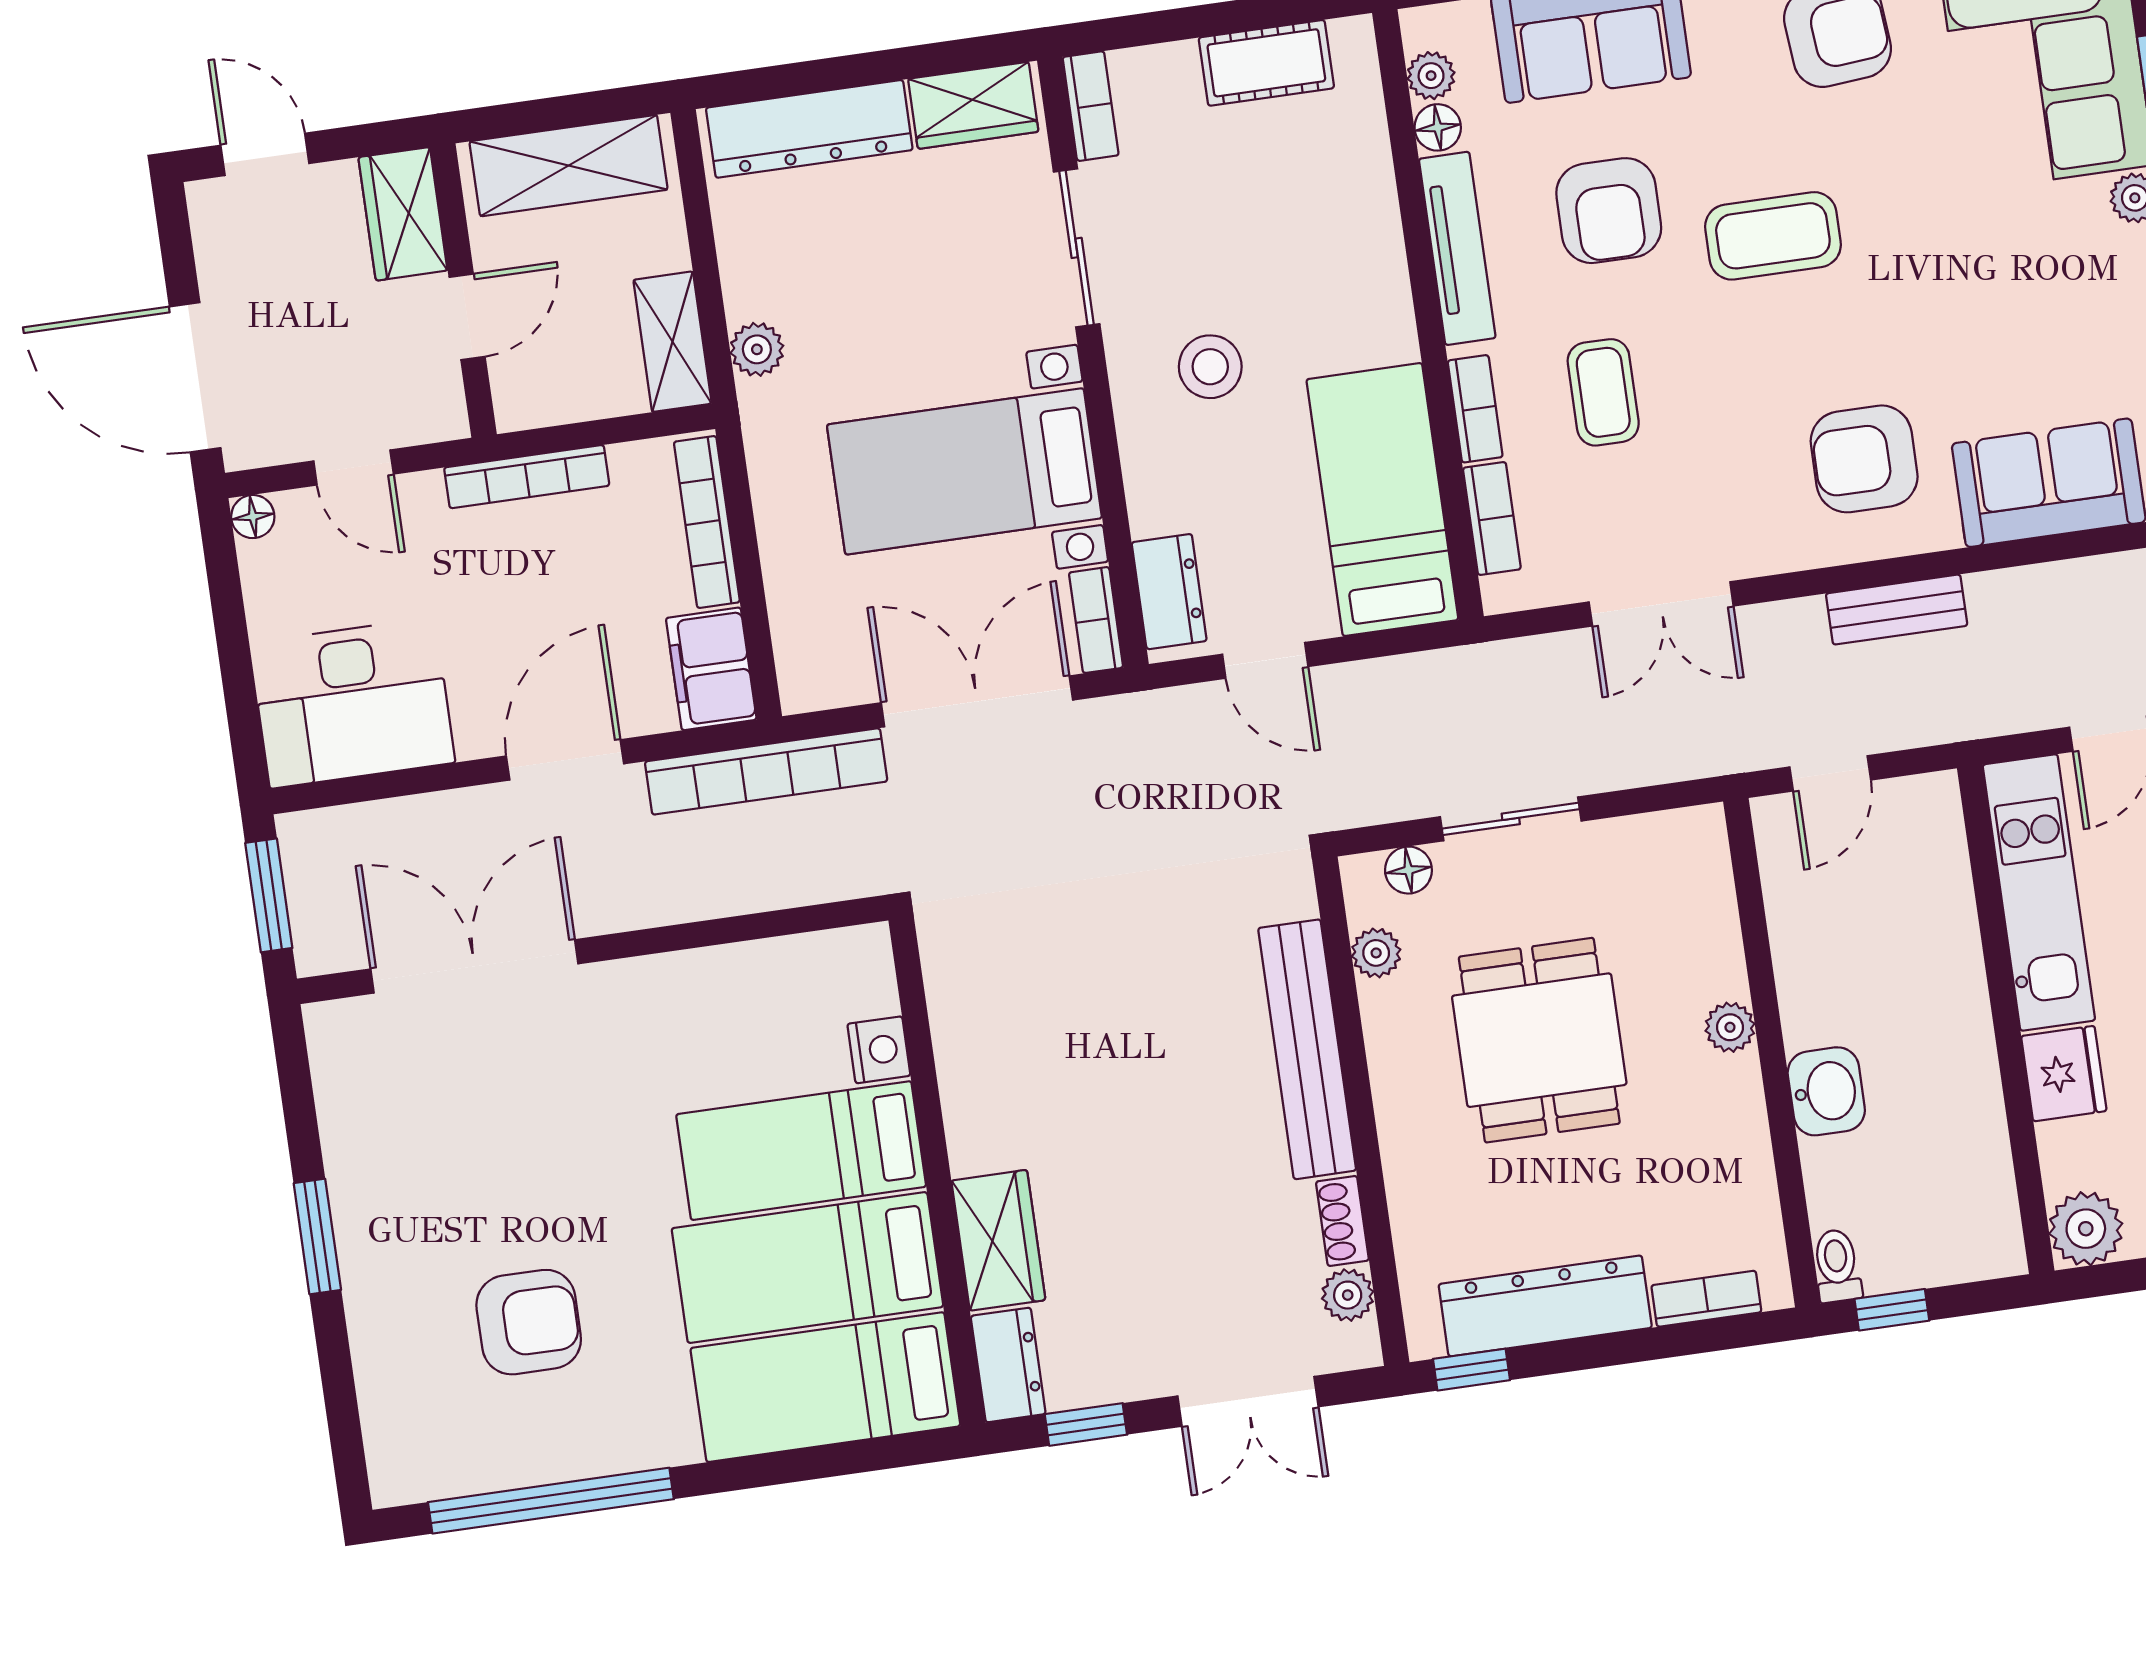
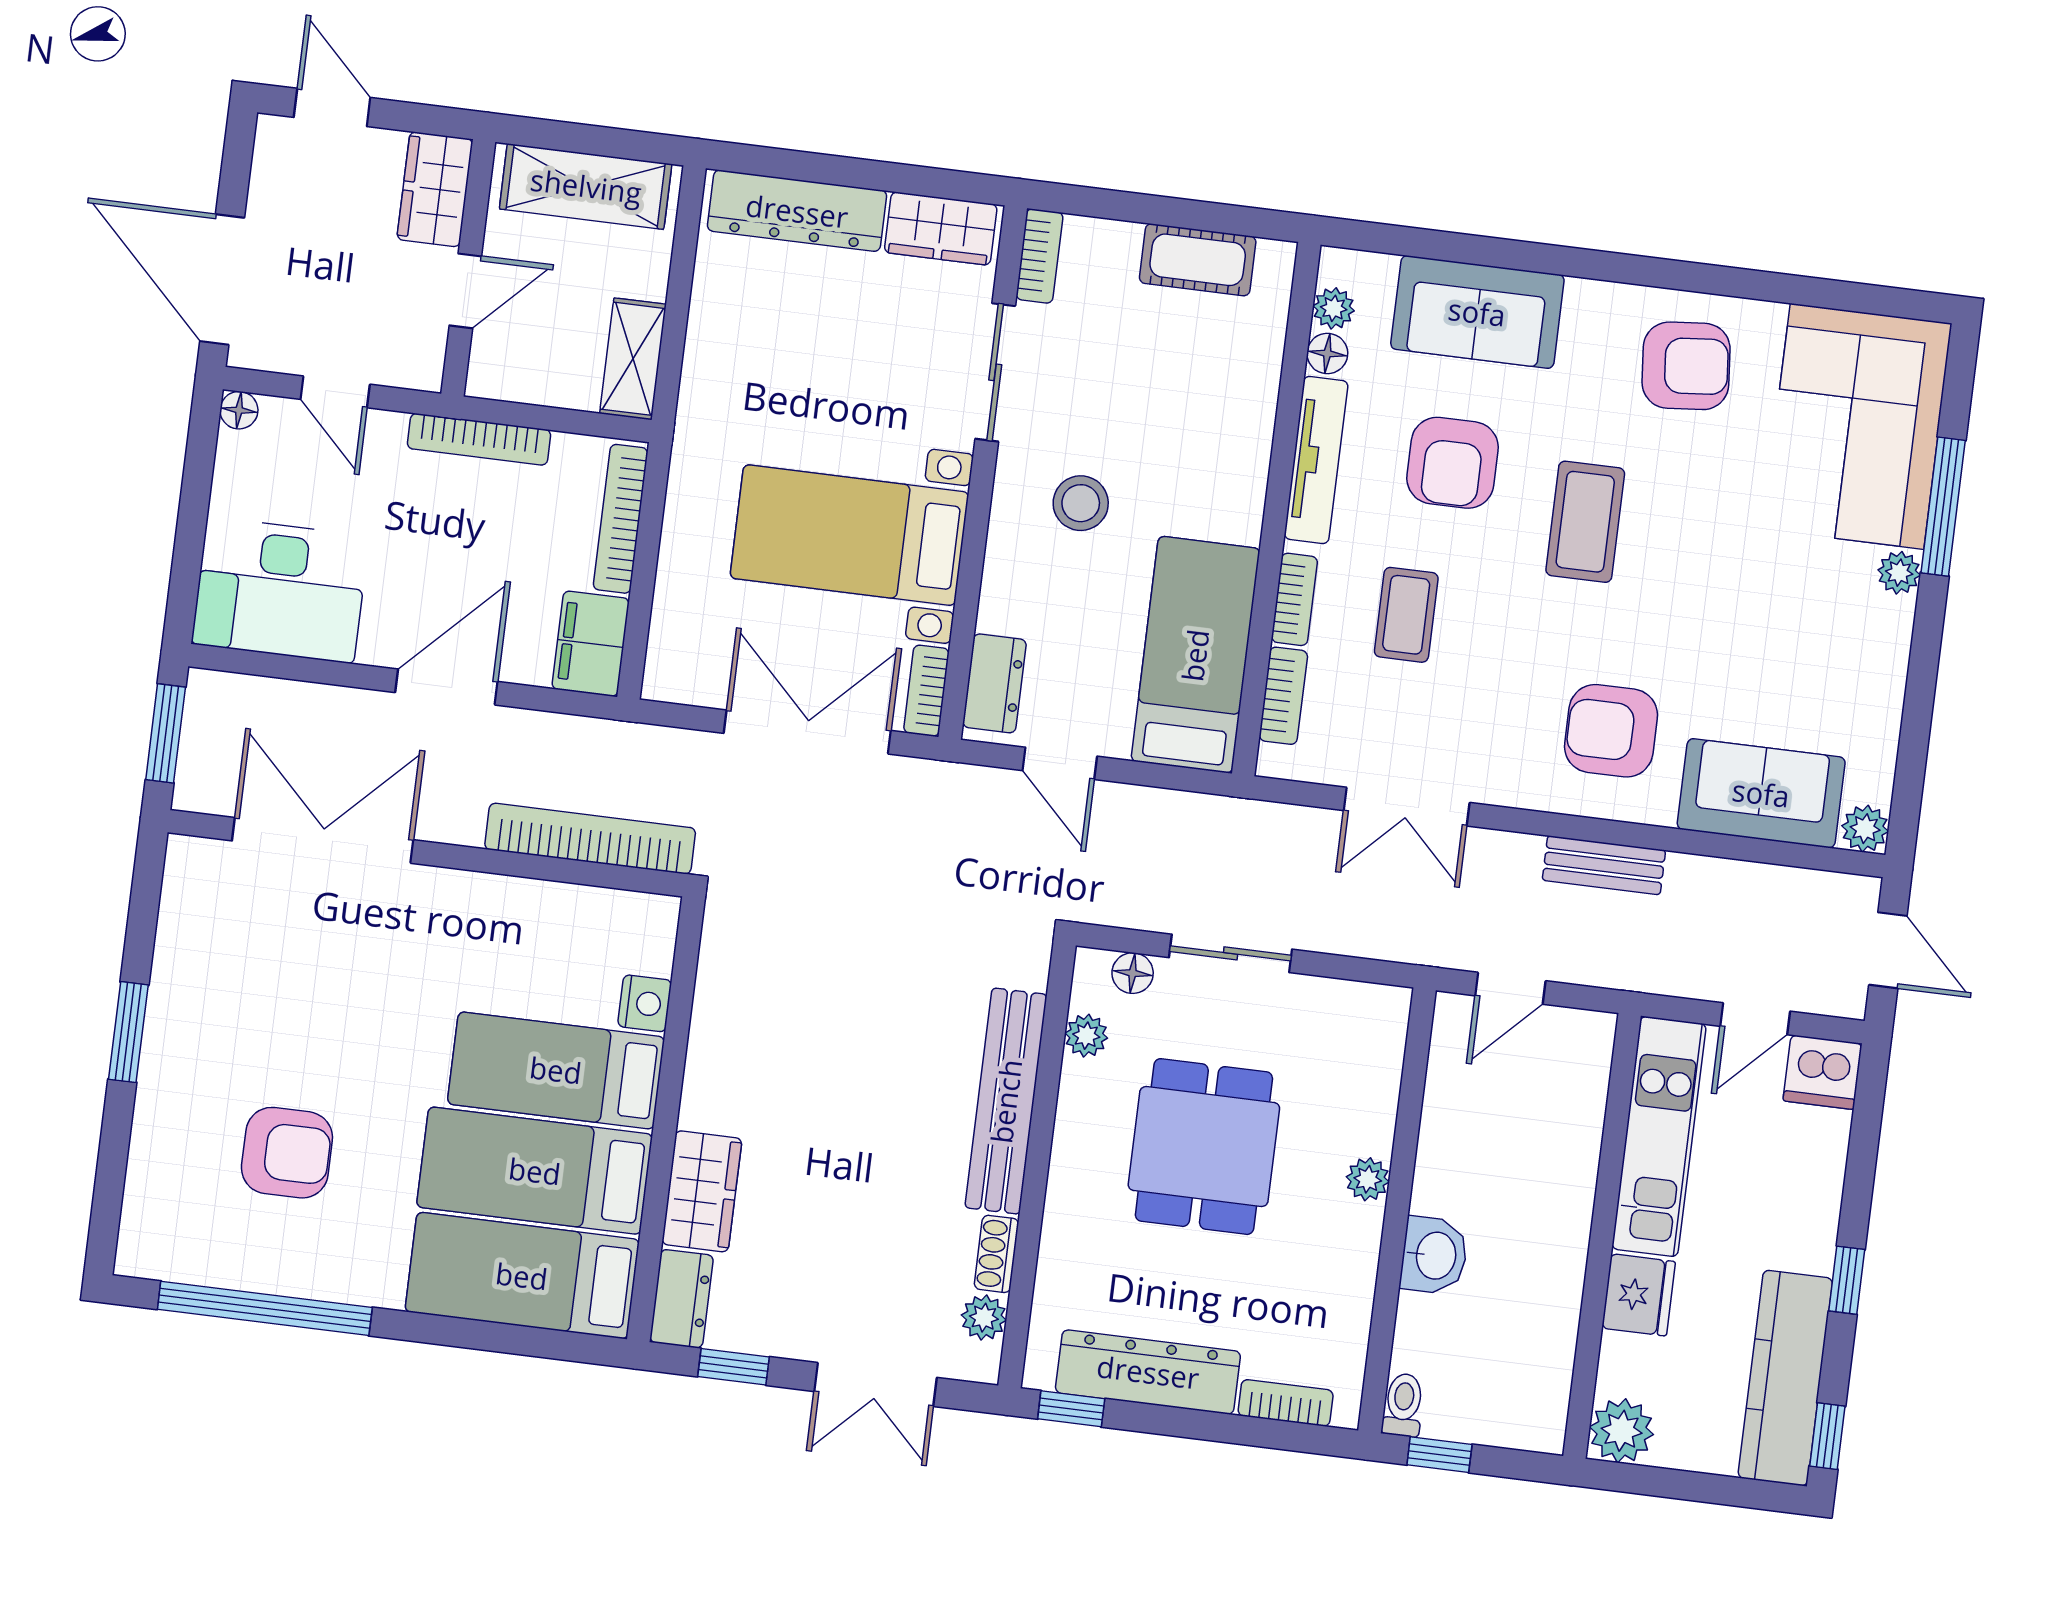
coffee table: (1773, 236) -> (1585, 522), turned 90
plant: (757, 349) -> (702, 385), removed
bookcase: (766, 771) -> (590, 839), moved, turned 180

